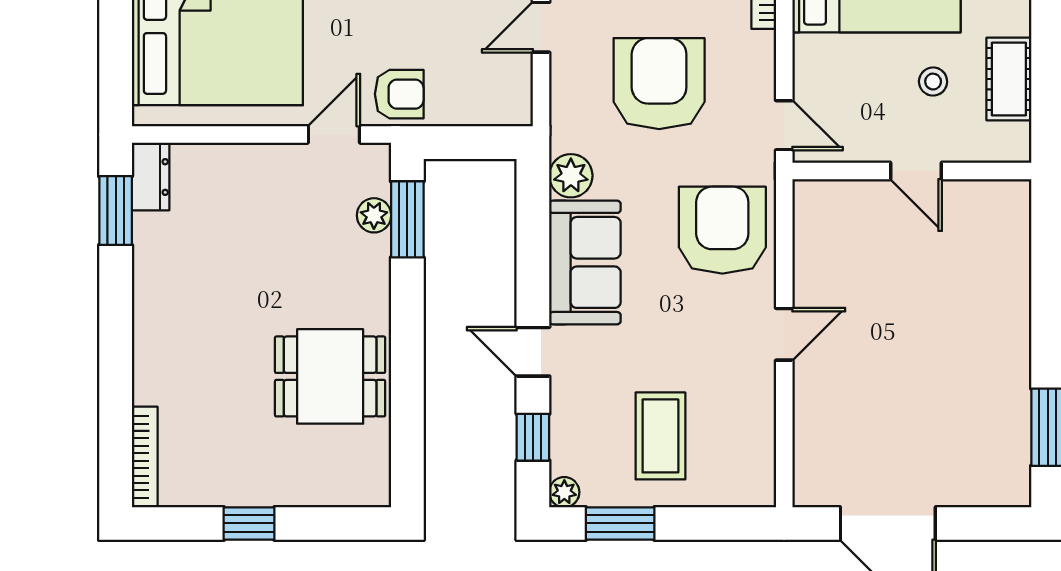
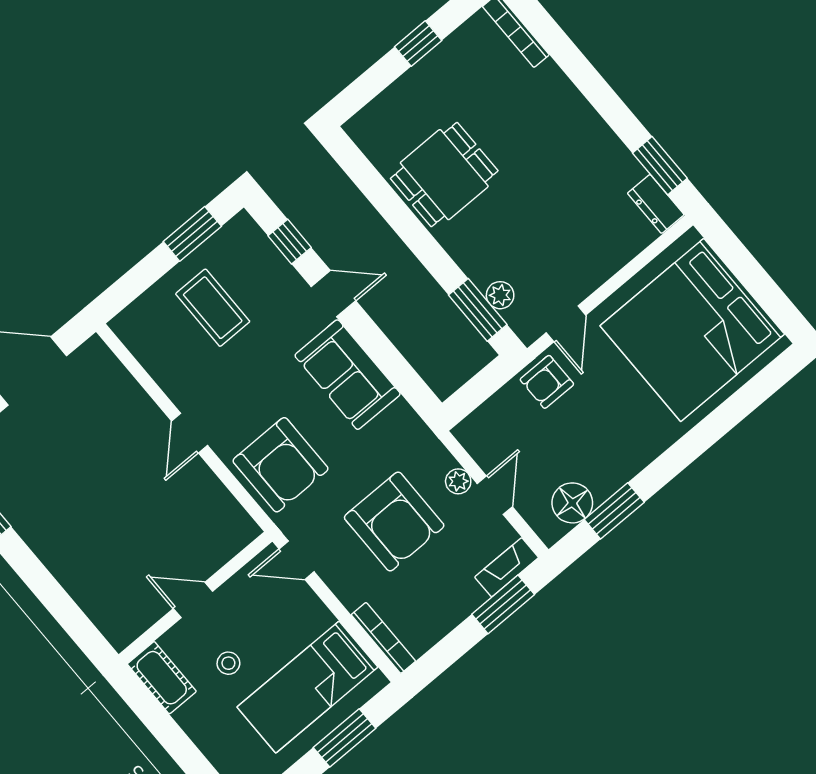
cot: (1009, 79) -> (162, 678), moved
plant: (571, 176) -> (458, 481), moved, width x0.73, depth x0.73
plant: (564, 492) -> (242, 224), removed

